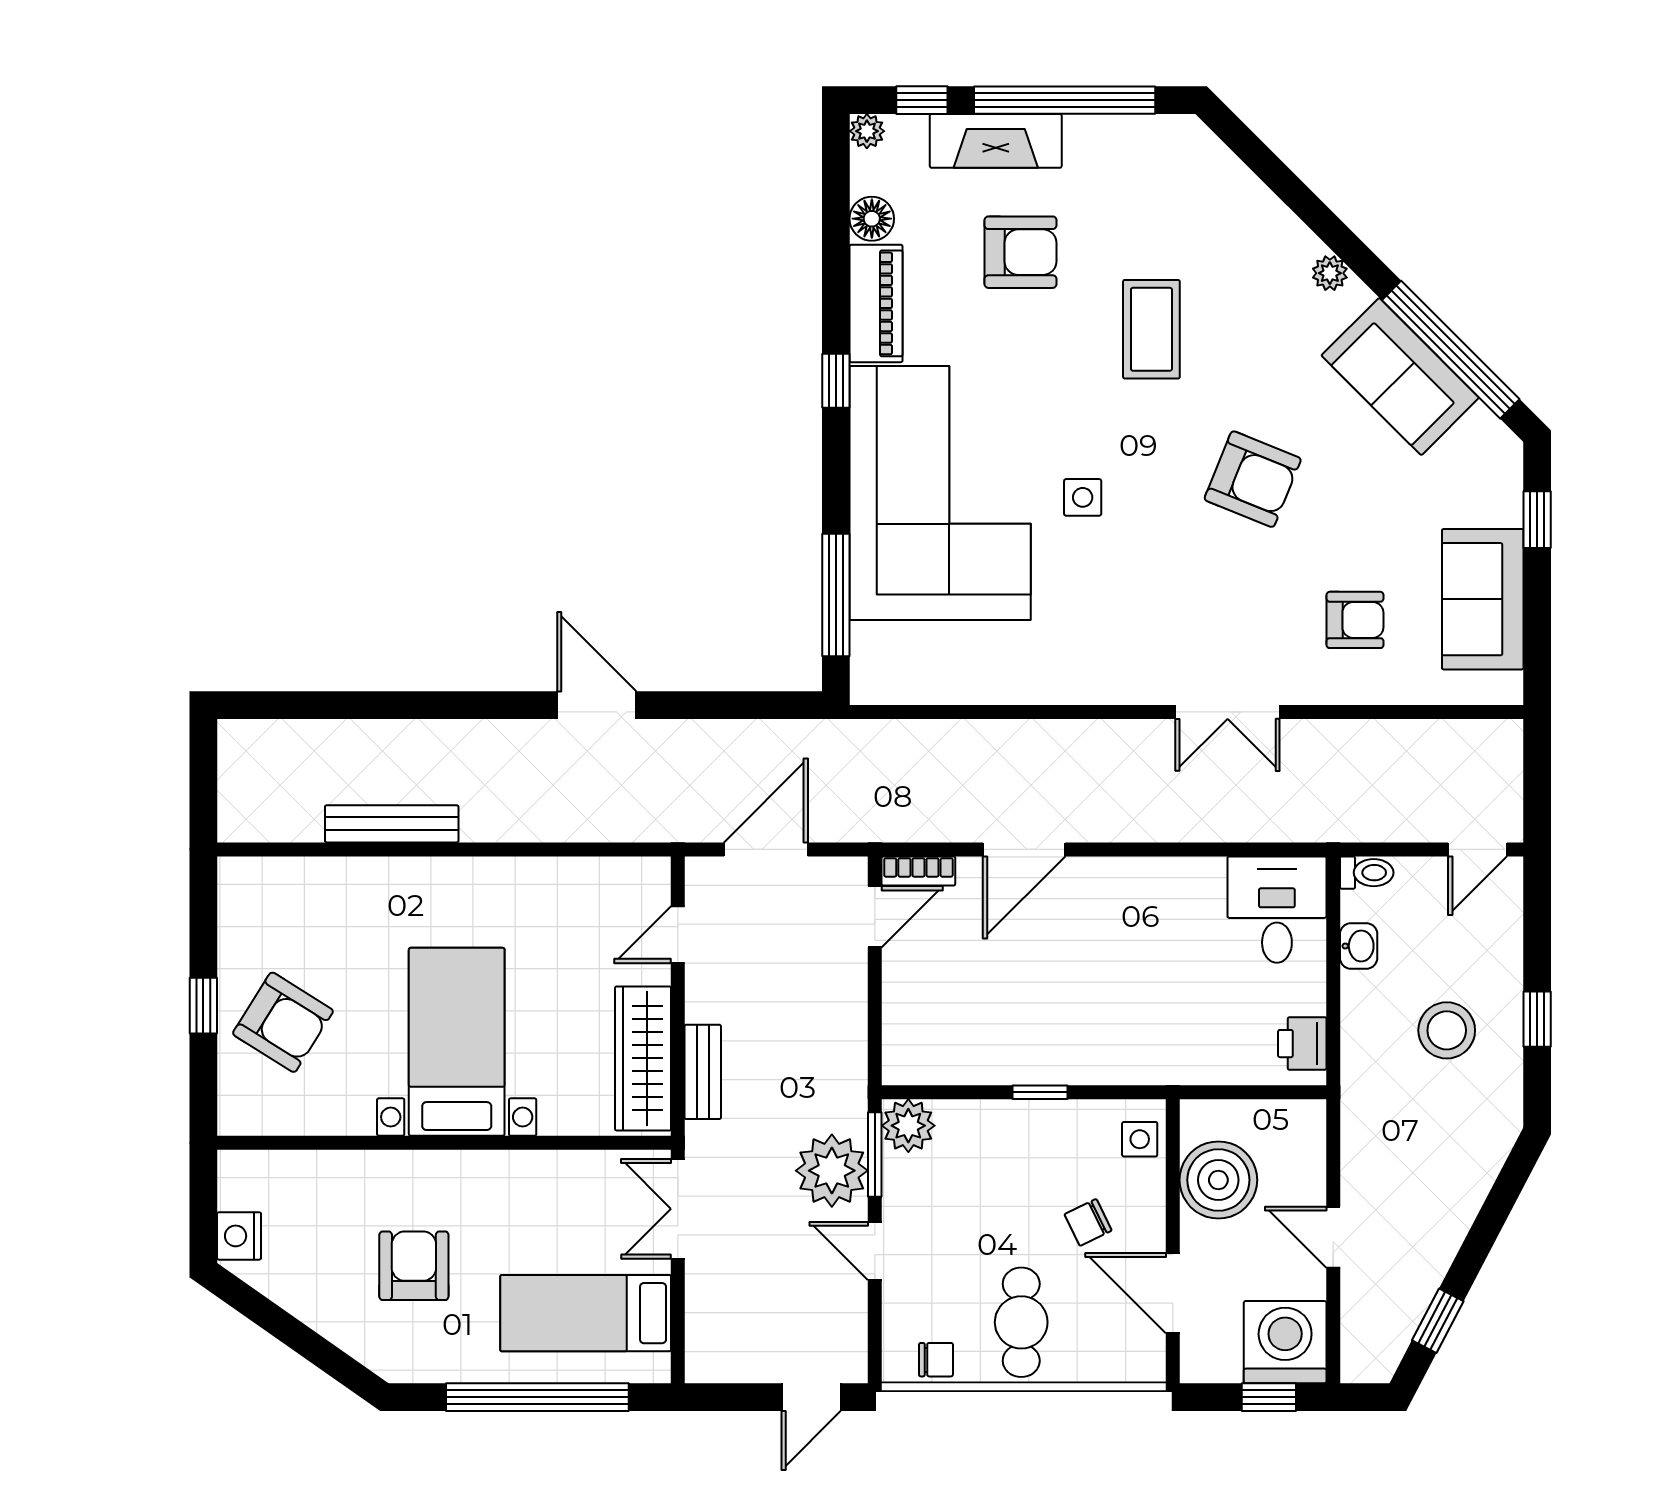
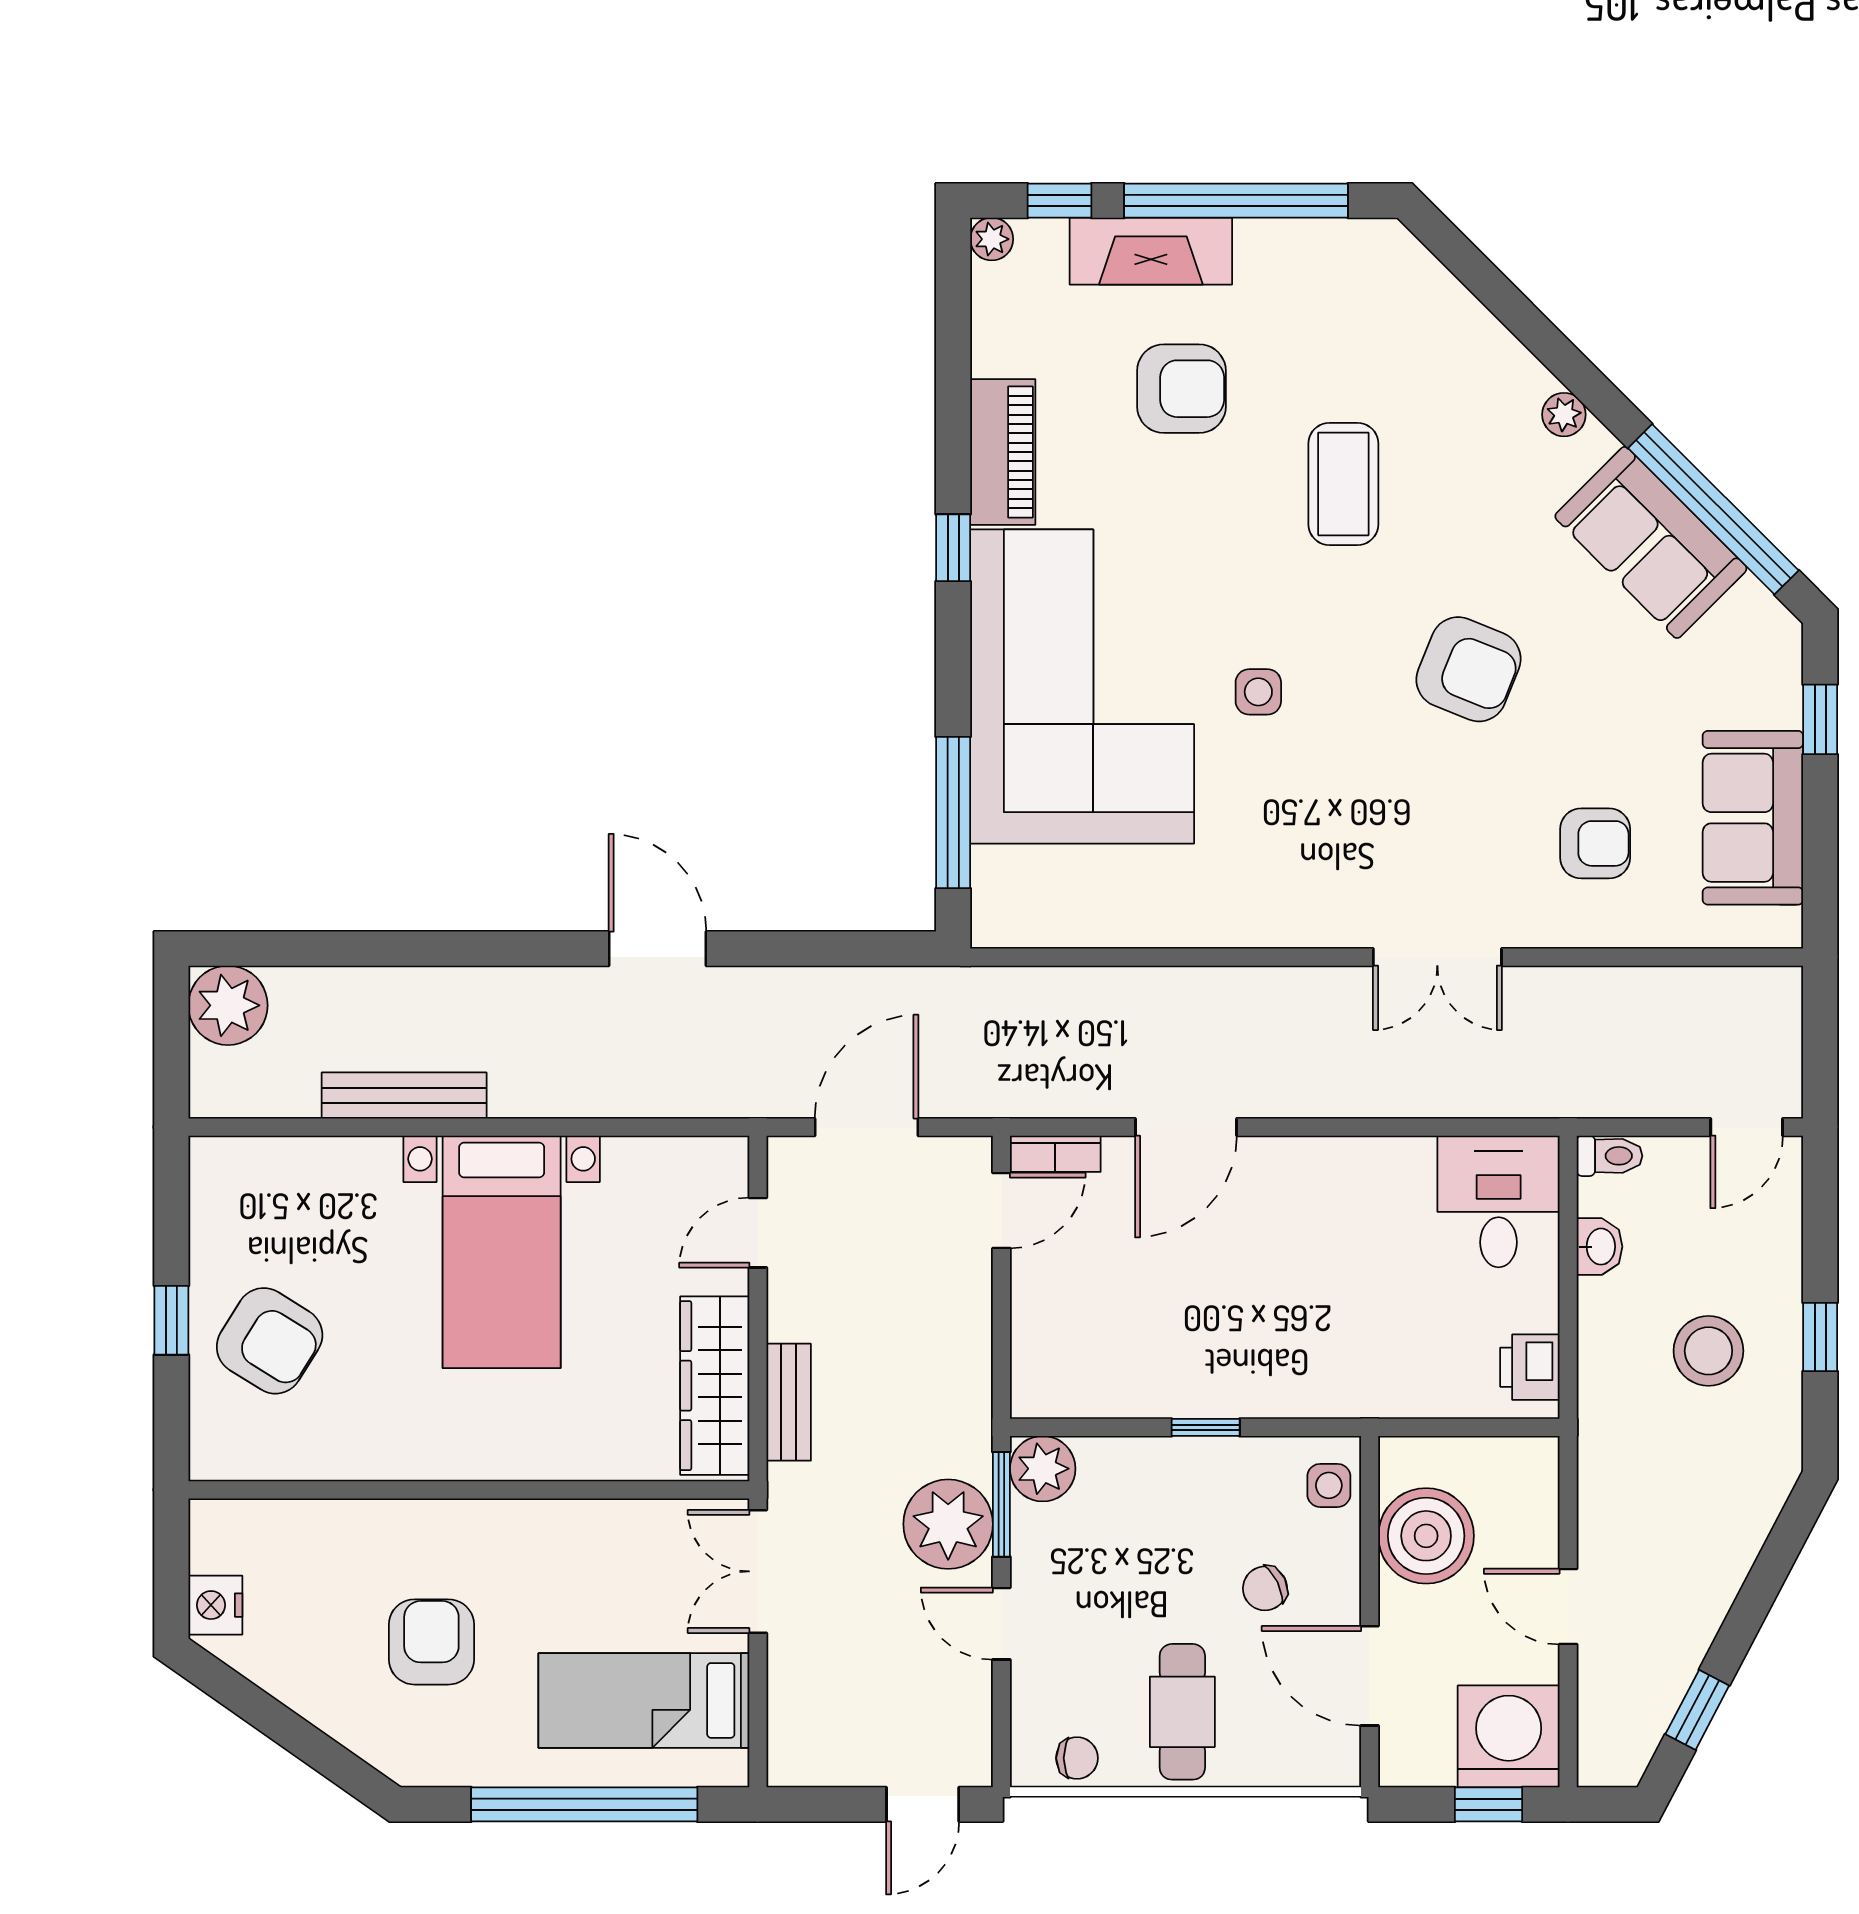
floor lamp: (872, 219) -> (998, 347), removed
plant: (249, 751) -> (228, 1005), added
bed with nightstands: (457, 1042) -> (502, 1252), moved, turned 180

